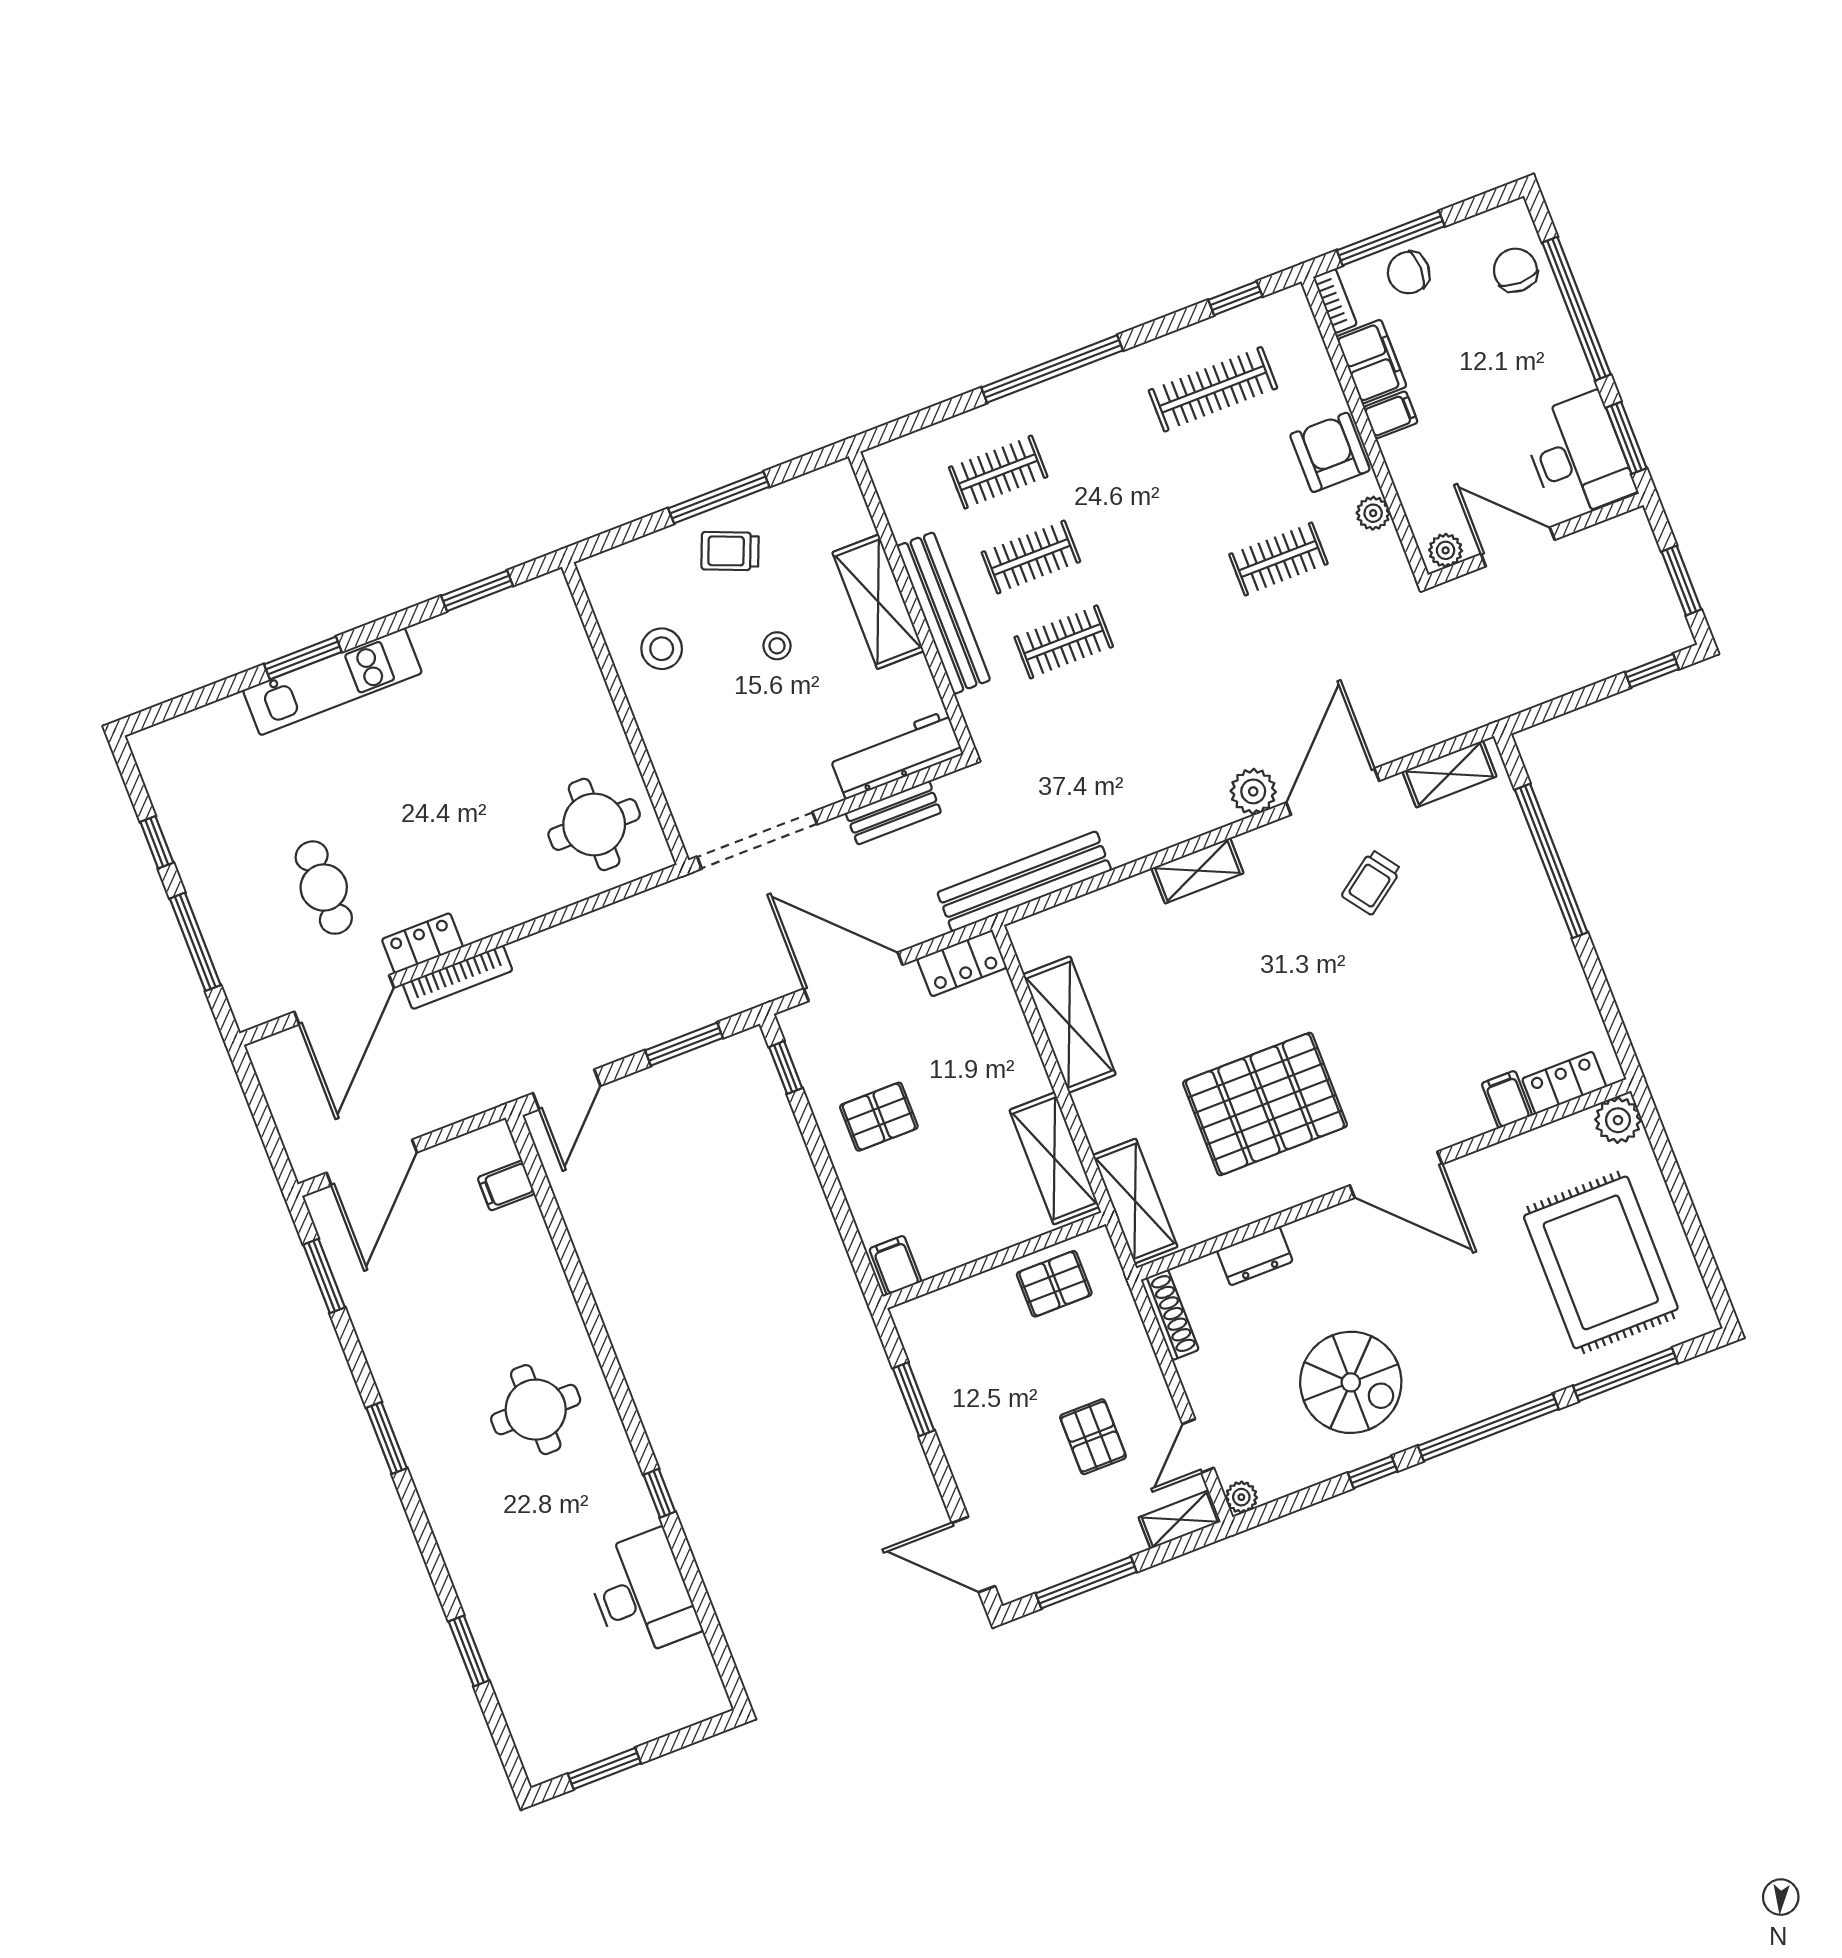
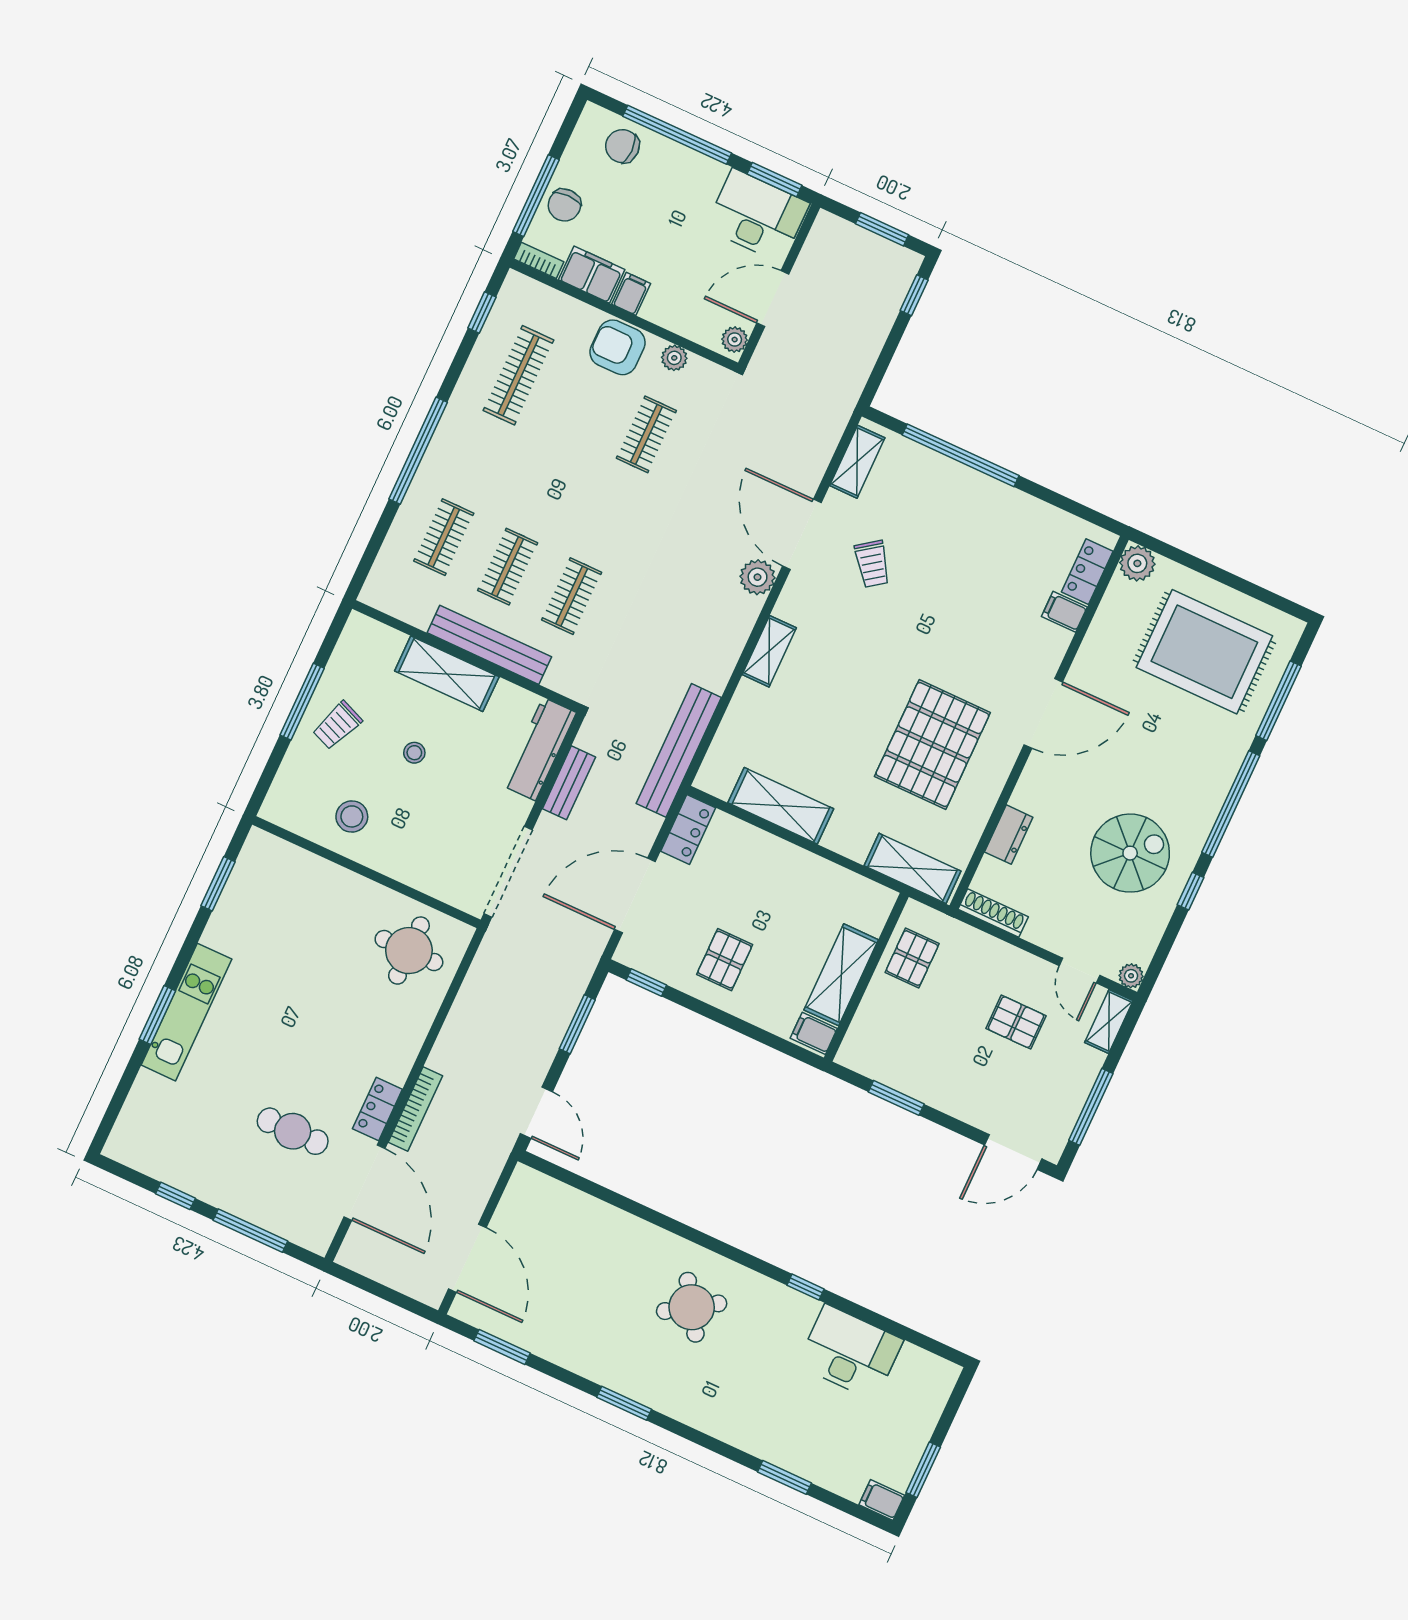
shelving: (1054, 1158) -> (841, 975), moved, turned 90
filing cabinet: (506, 1186) -> (882, 1500), moved, turned 90
round table: (536, 1410) -> (692, 1307), turned -33

